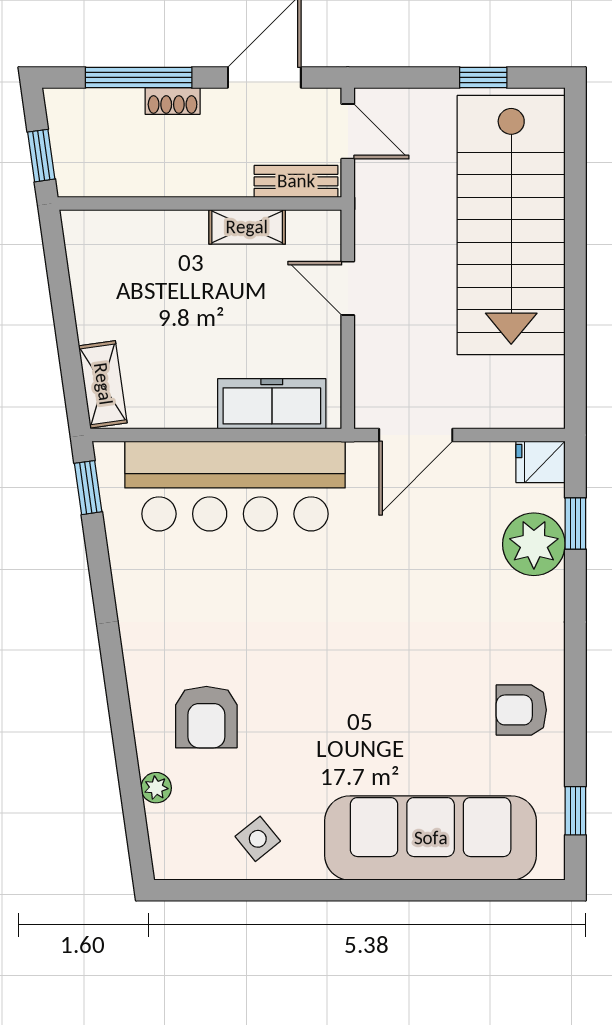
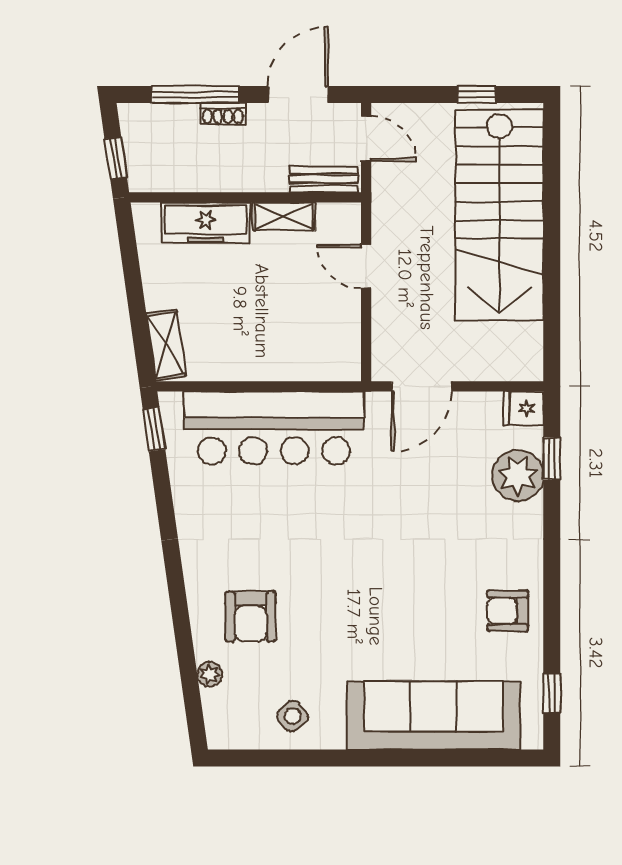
freezer: (272, 404) -> (206, 223), moved, turned 180

